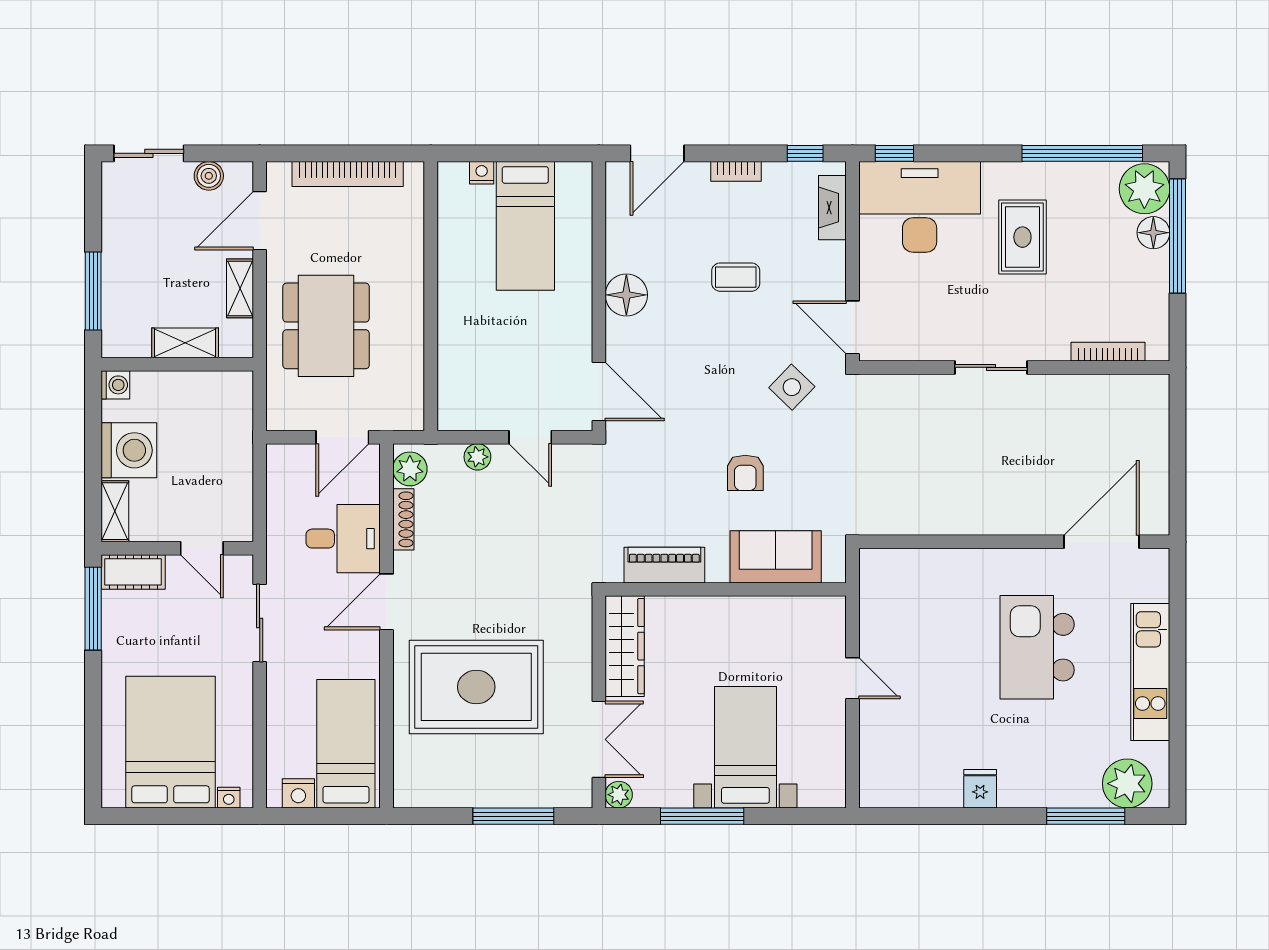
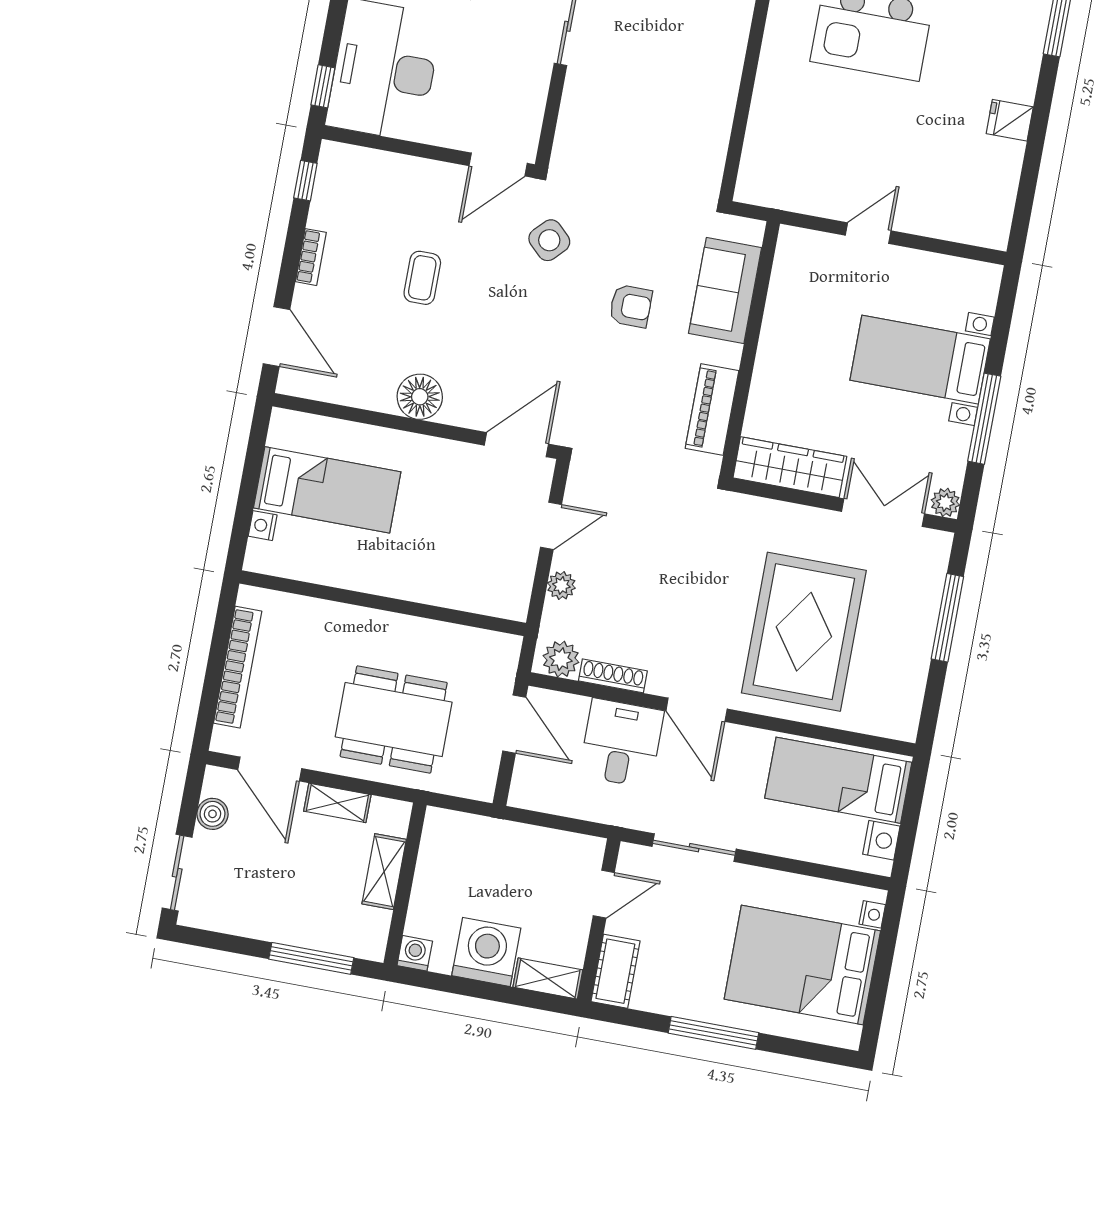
fireplace: (832, 208) -> (368, 162), removed
window: (93, 609) -> (713, 1033), moved

